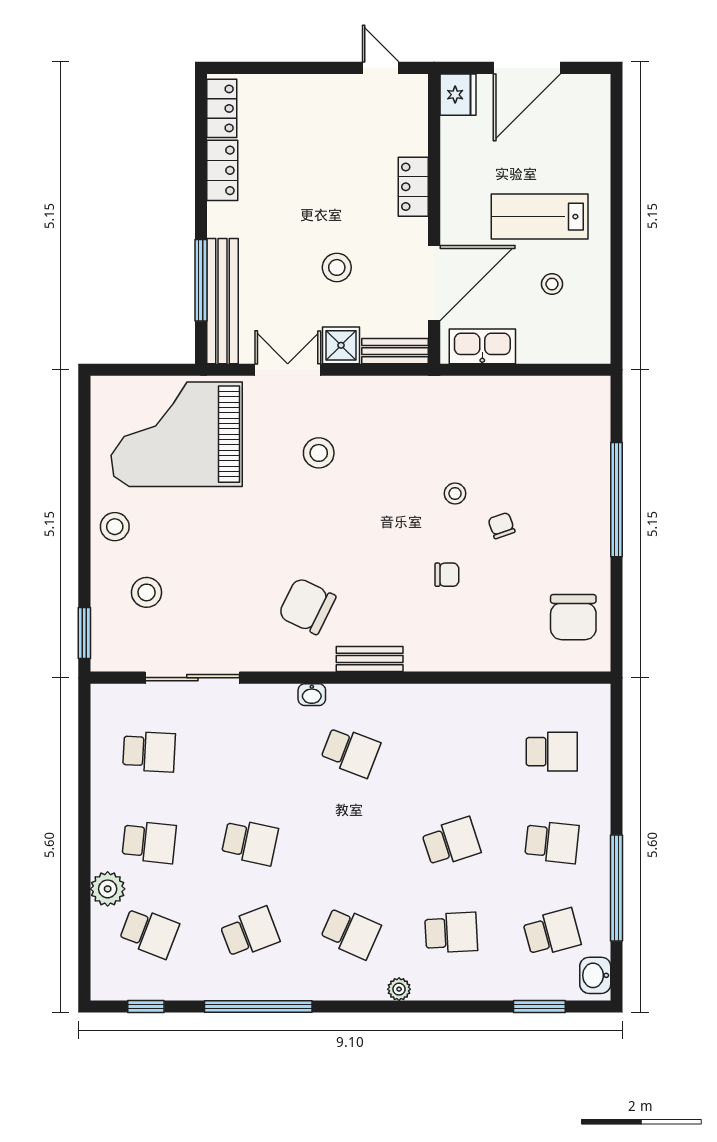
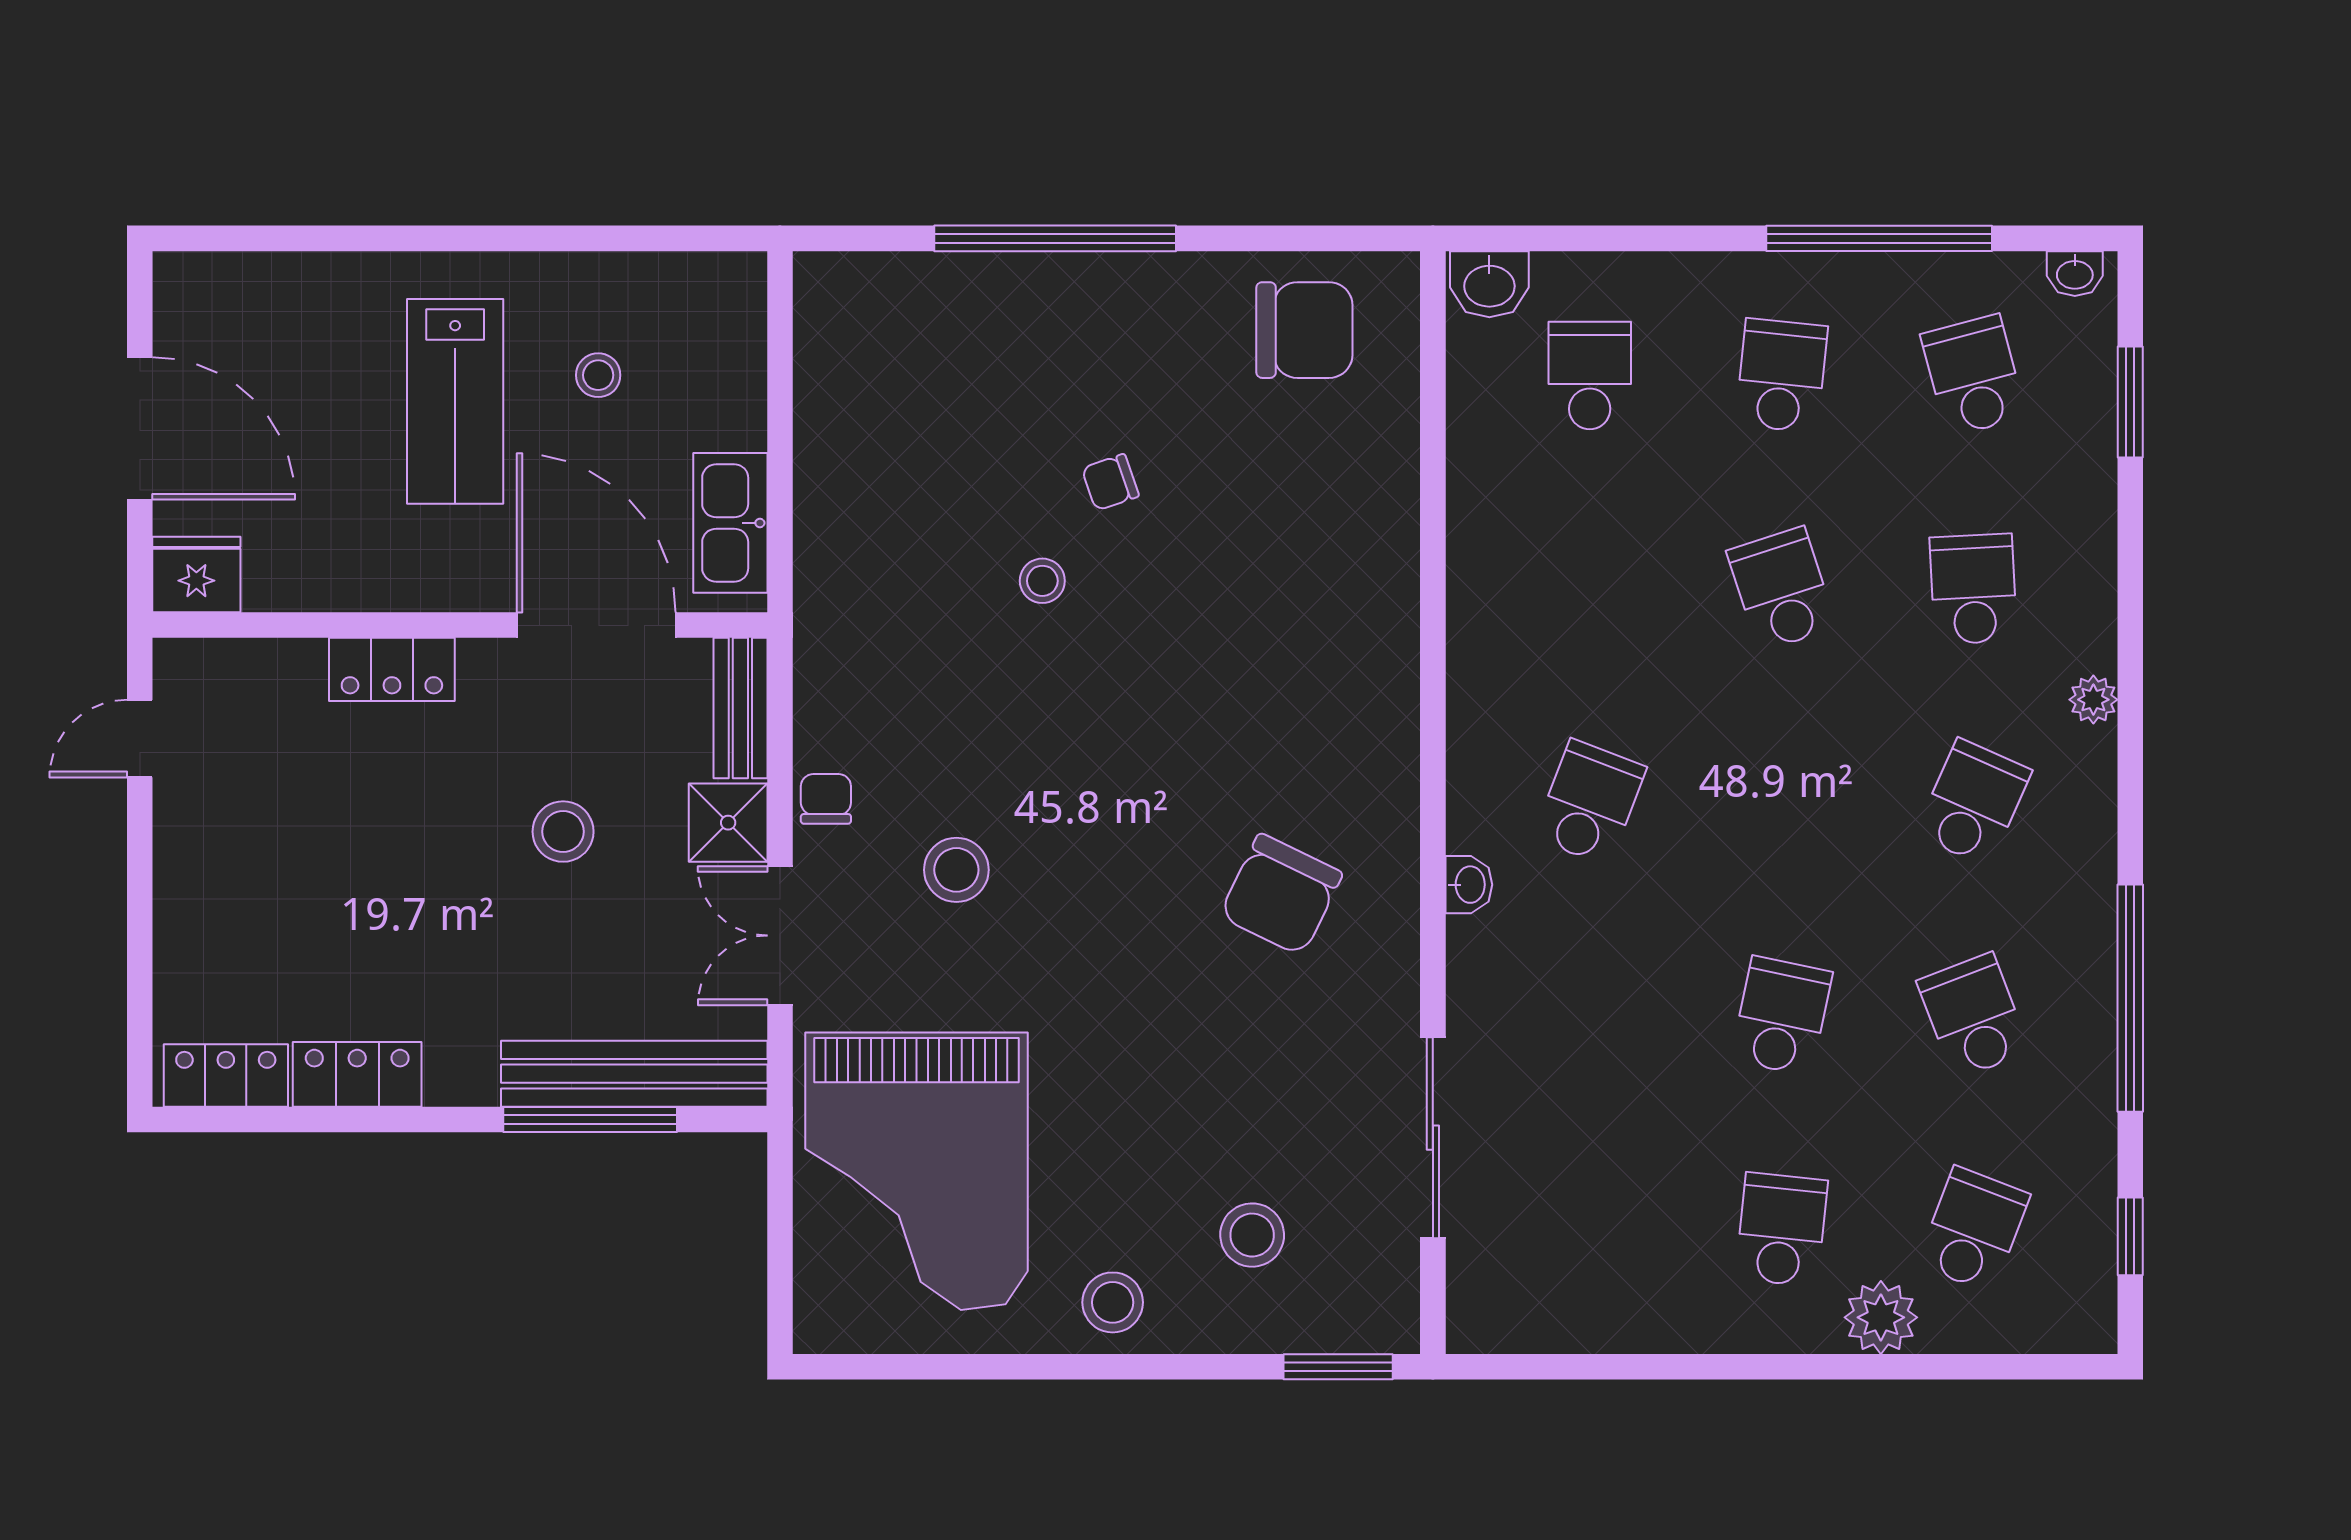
chair: (447, 575) -> (826, 799), moved
bench: (370, 659) -> (1393, 762), removed
washbasin: (595, 704) -> (1489, 284), added
school desk: (149, 752) -> (1590, 1230), removed
washbasin: (595, 975) -> (2075, 274), width x0.72, depth x0.69

